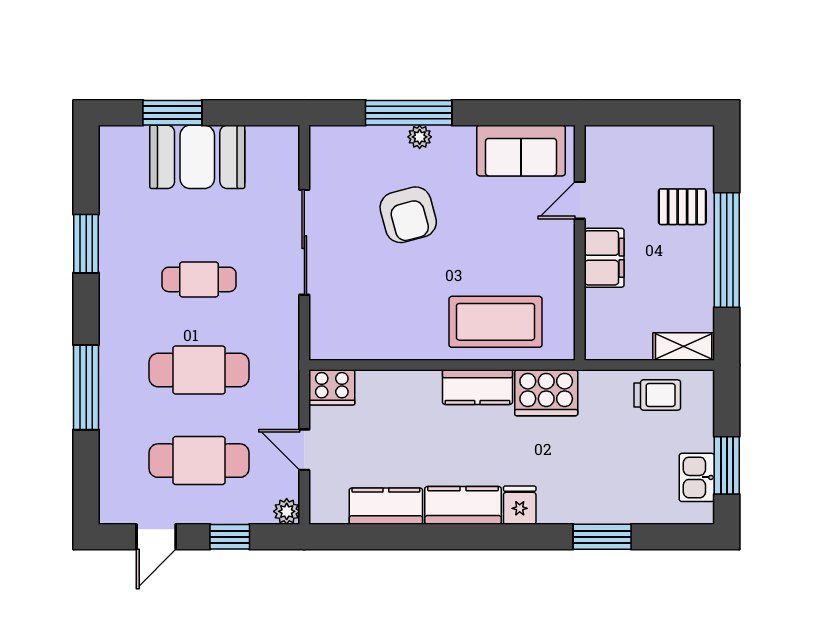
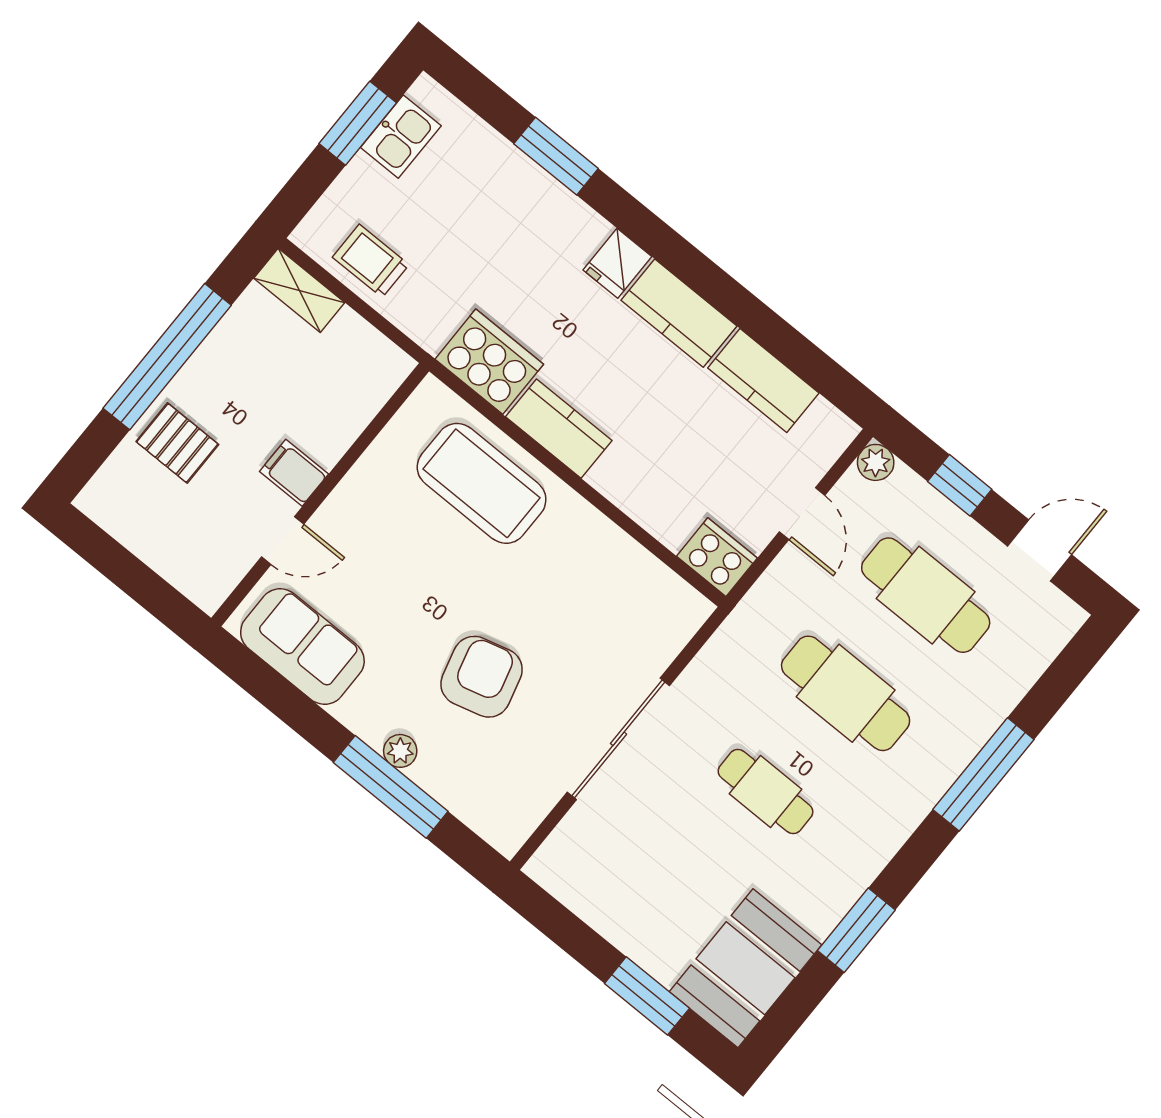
booth: (197, 157) -> (746, 968), moved, turned 90
filing cabinet: (604, 258) -> (294, 473), width x0.50

